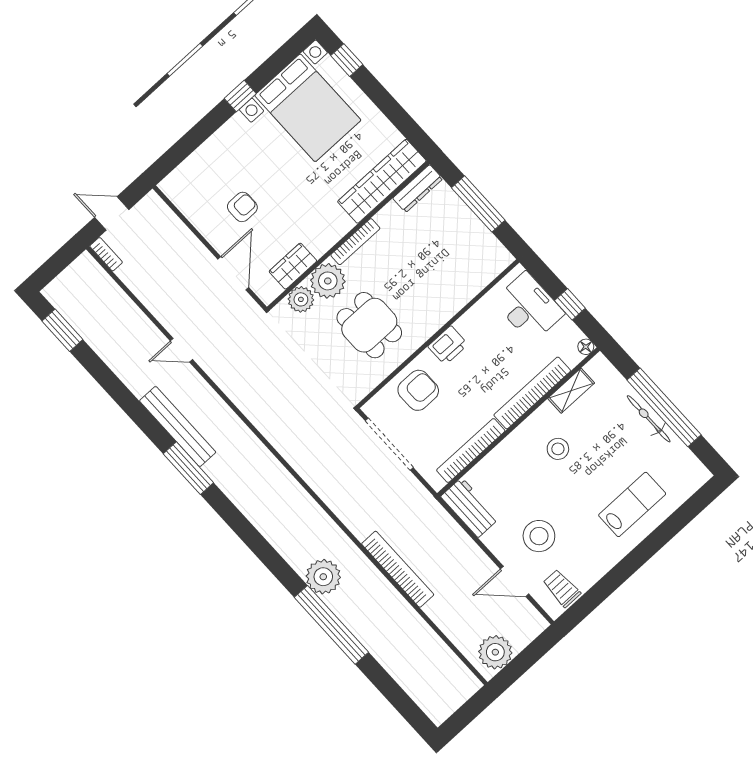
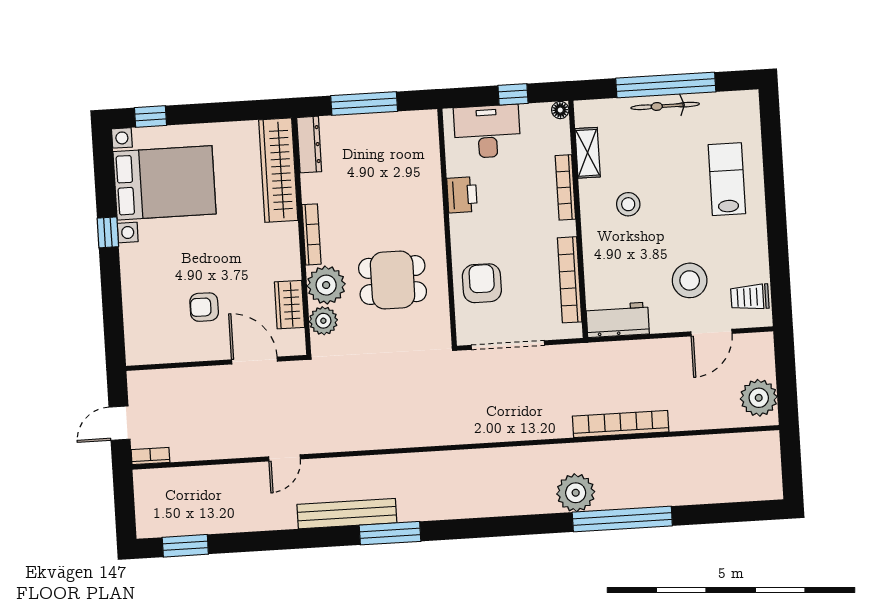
armchair: (242, 207) -> (204, 307), turned -90
printer: (448, 345) -> (462, 195), moved
bookcase: (532, 393) -> (565, 187), width x0.68, depth x0.76

